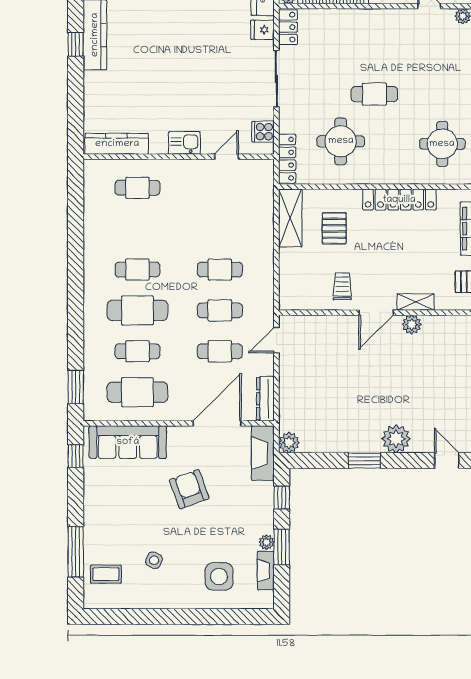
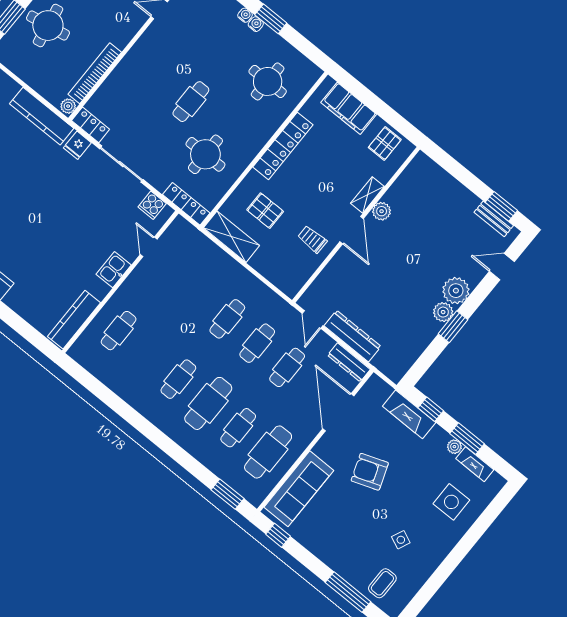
dresser: (289, 384) -> (353, 336), added
plant: (289, 443) -> (443, 312), moved
fireplace: (263, 453) -> (409, 414), moved

